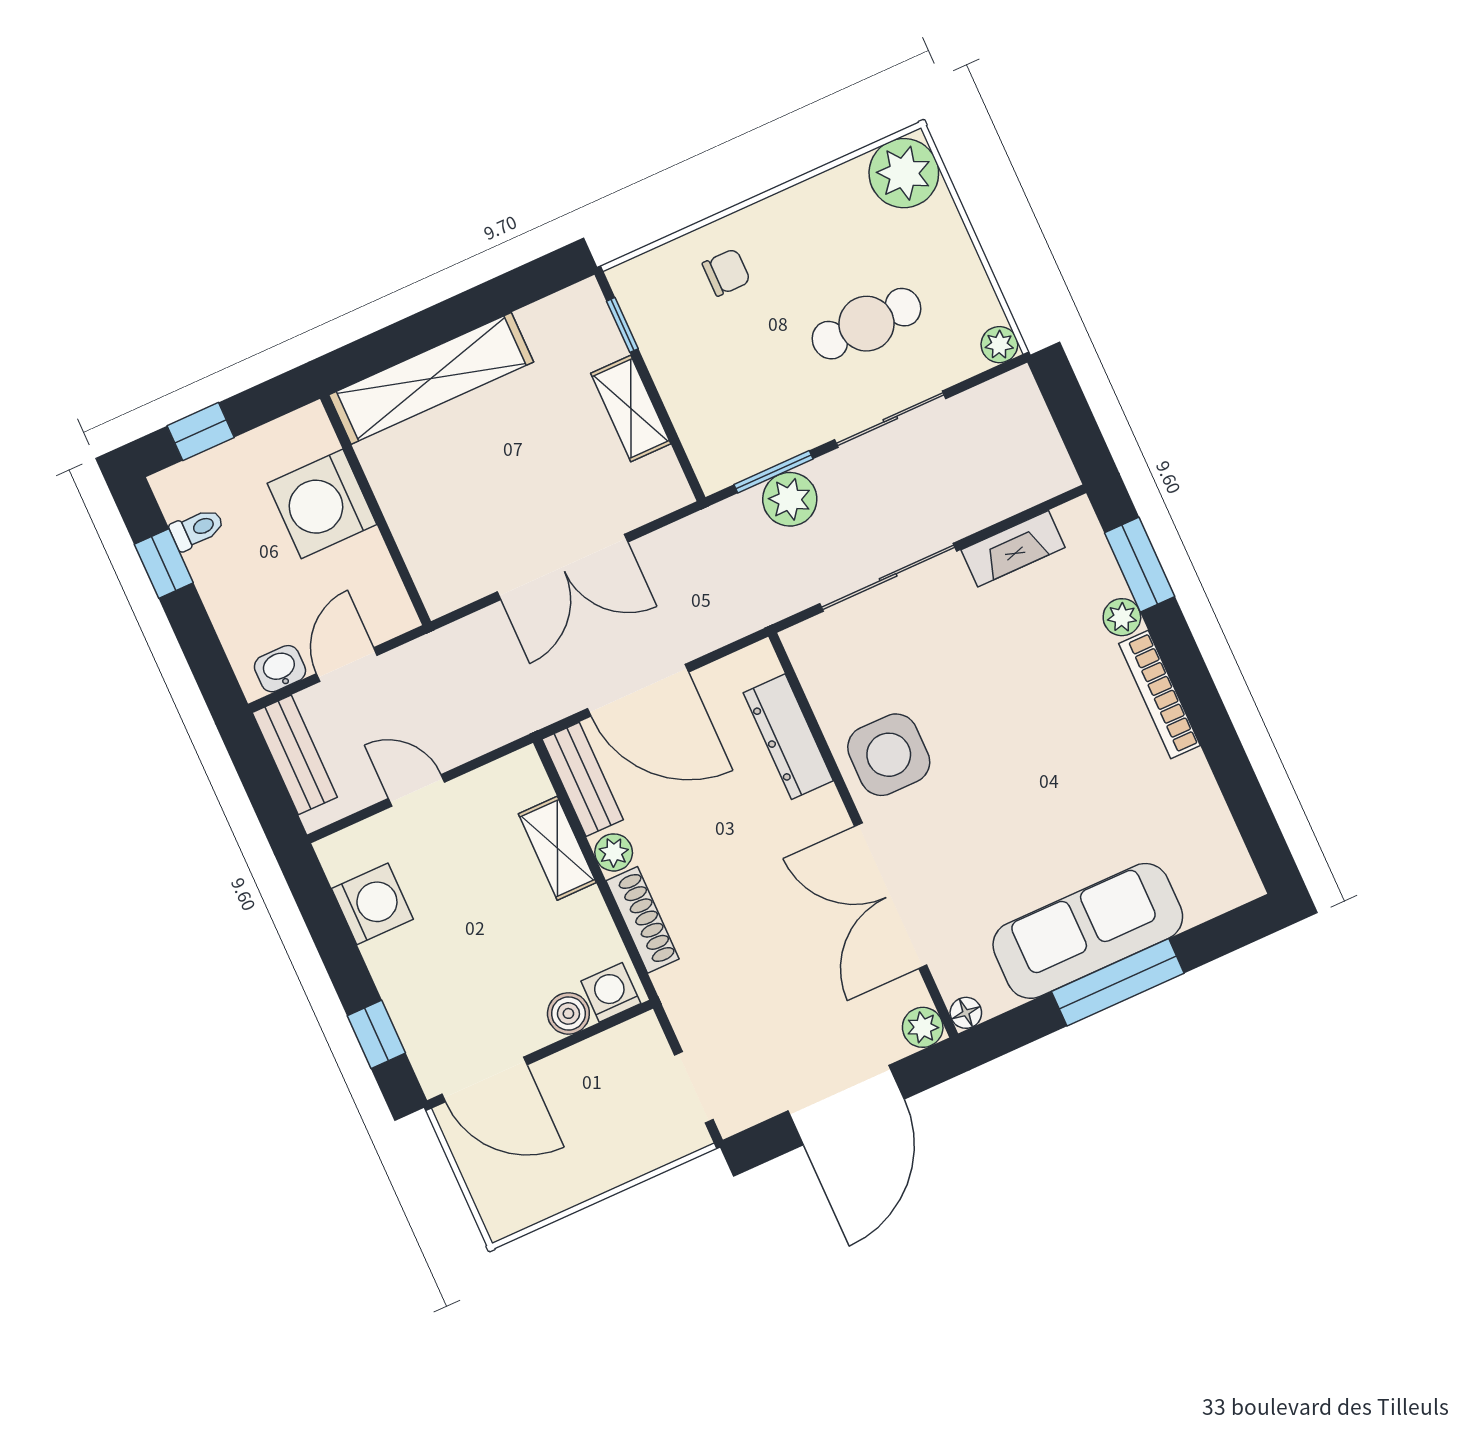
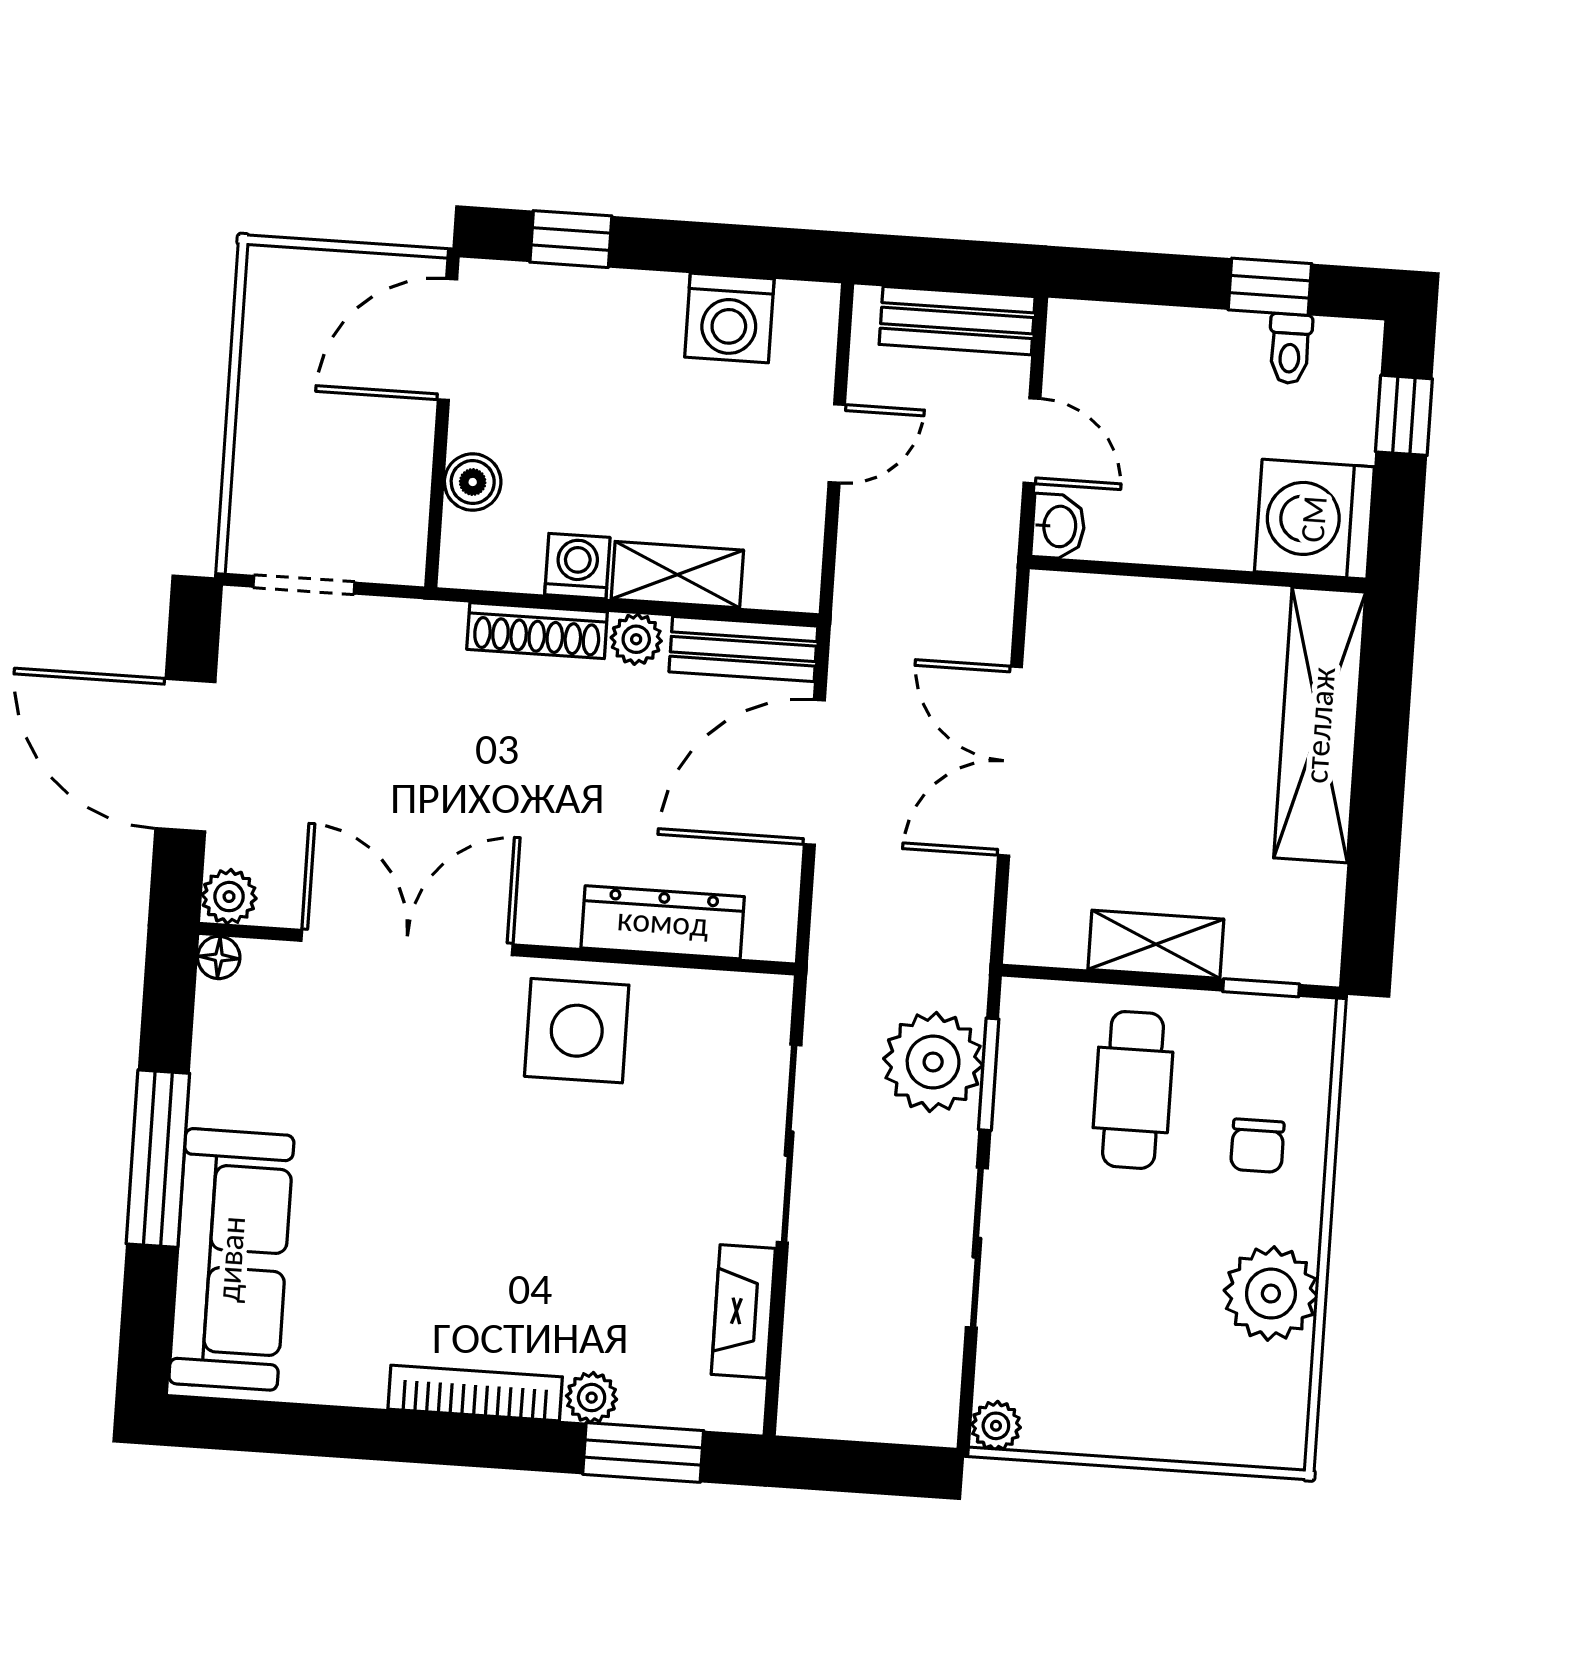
plant: (904, 173) -> (1271, 1294), moved
cafe table: (866, 324) -> (1133, 1090), moved
plant: (790, 499) -> (933, 1062), width x1.36, depth x1.36
washing machine: (322, 504) -> (1314, 519), moved, turned -90
washbasin: (280, 669) -> (1058, 526), moved
sofa: (1088, 931) -> (231, 1259), moved
washing machine: (611, 992) -> (577, 566), moved, turned -90

